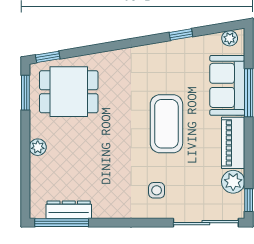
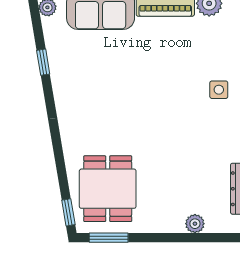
coffee table: (166, 124) -> (144, 79), removed
plant: (38, 147) -> (195, 224), moved

